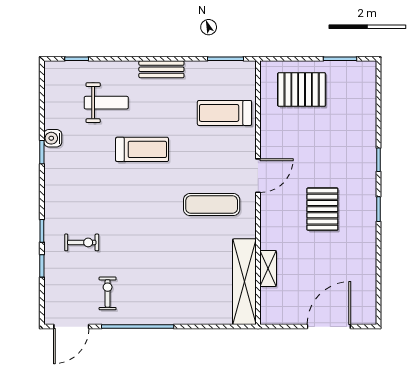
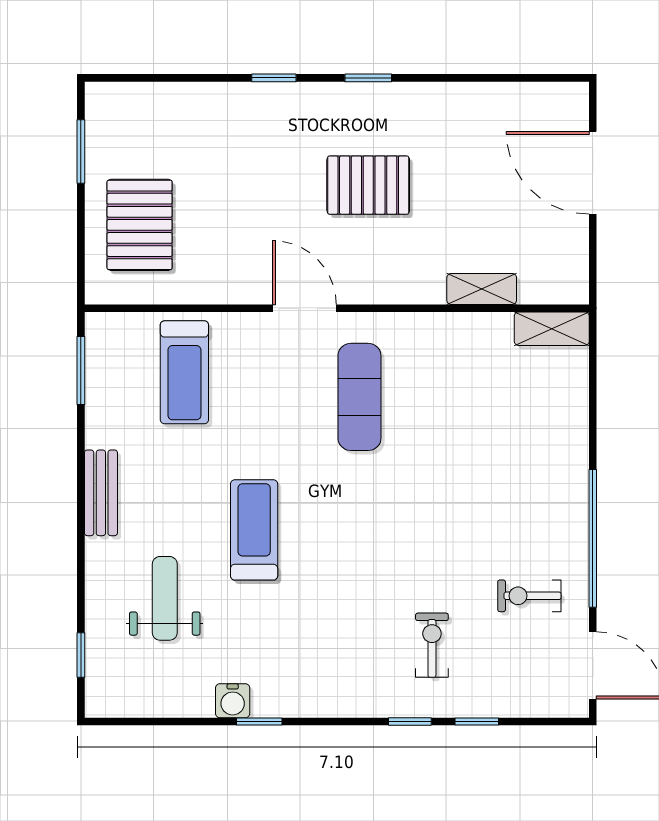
shelving: (244, 282) -> (552, 329), width x0.45, depth x0.75

